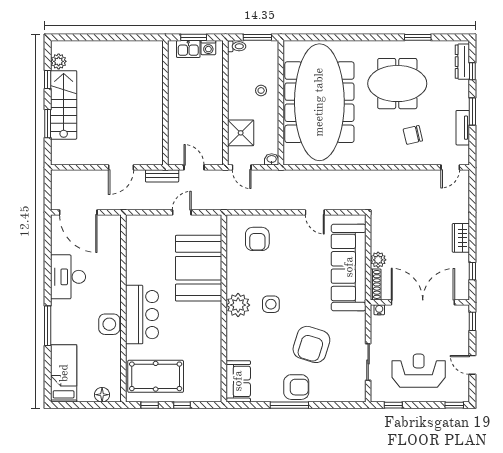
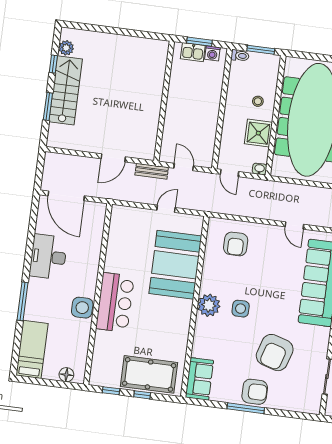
shower: (241, 133) -> (258, 133), moved
pool table: (156, 376) -> (149, 374), moved

